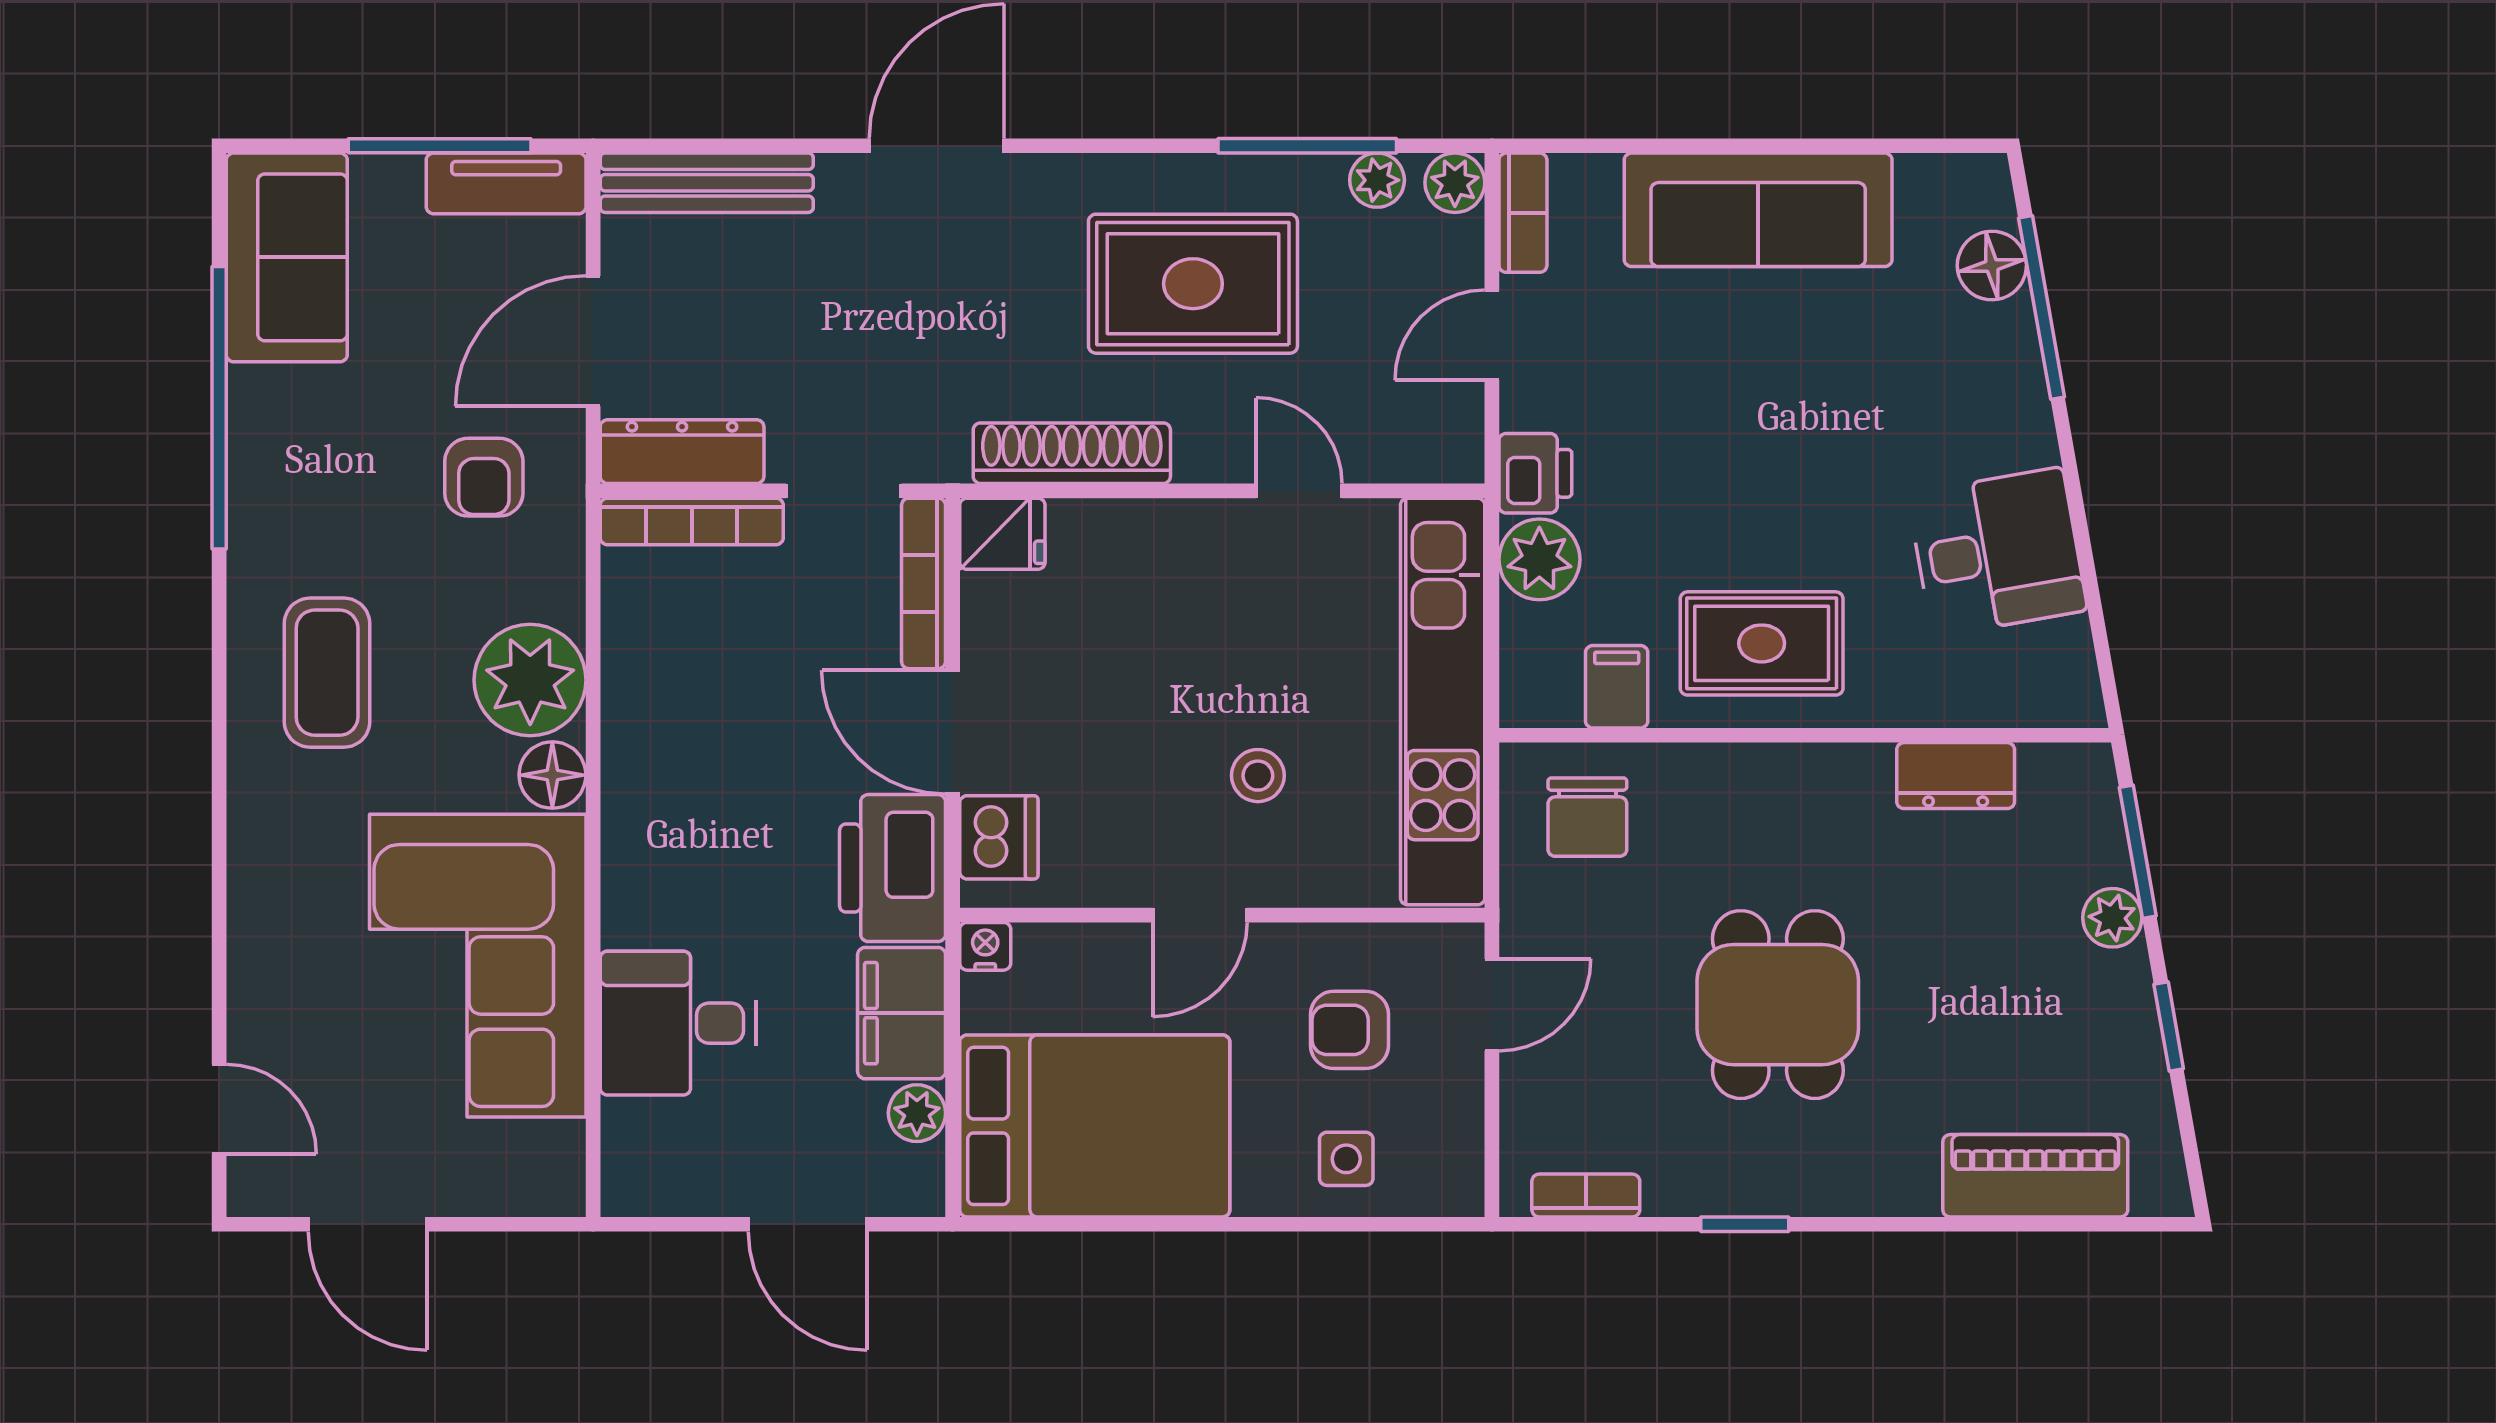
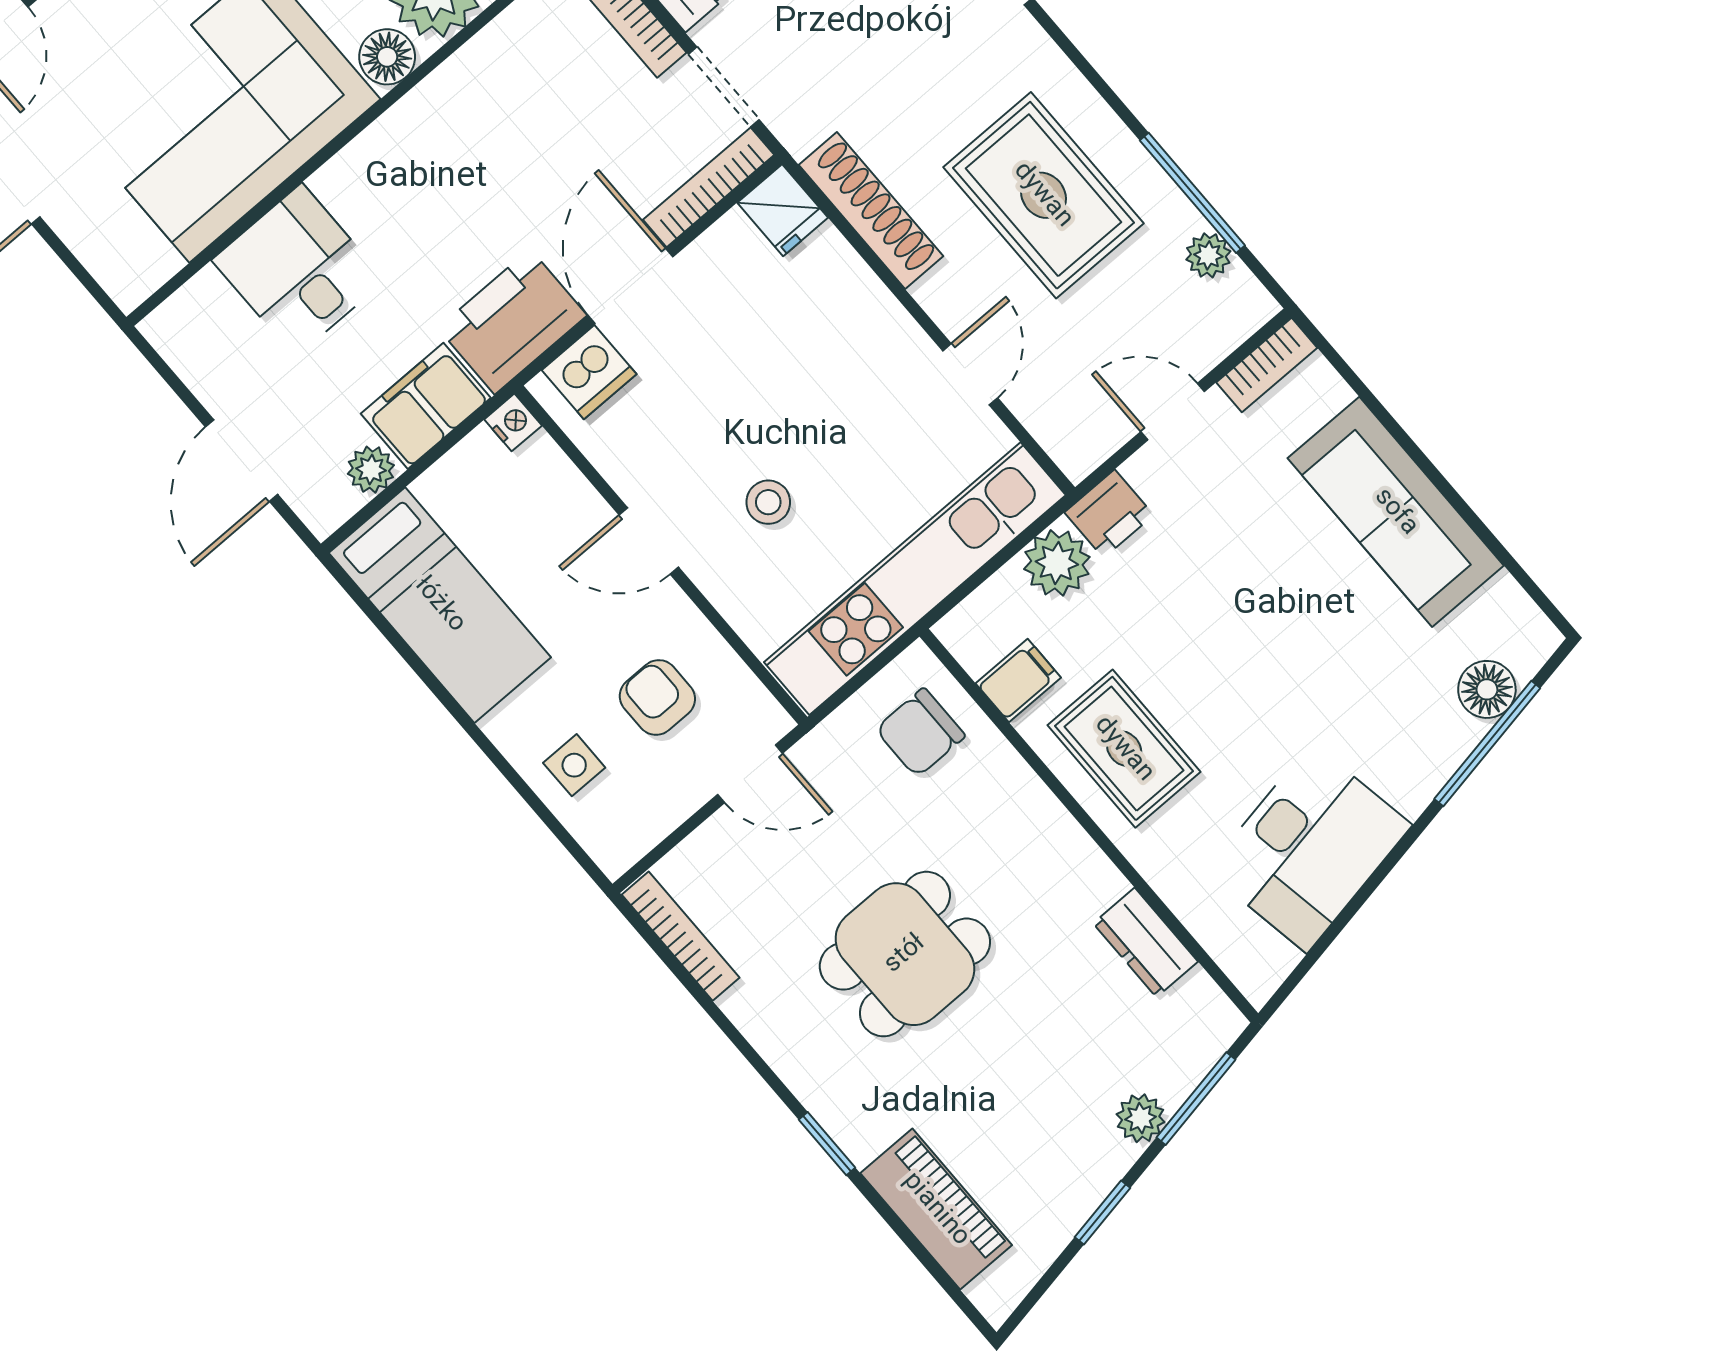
plant: (1455, 183) -> (1249, 306), removed
desk: (1997, 552) -> (1309, 848), width x1.37
bed: (1095, 1126) -> (440, 605), width x0.67
bookcase: (1586, 1196) -> (681, 936), width x1.56
window: (1745, 1224) -> (827, 1144), moved

